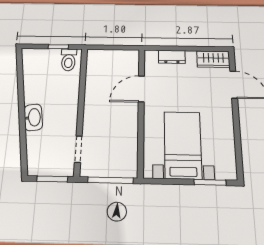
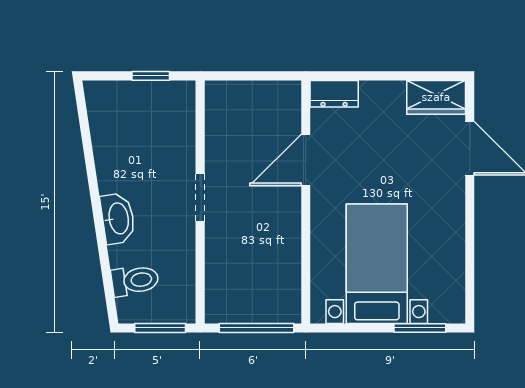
dresser: (172, 57) -> (334, 94), moved
toilet: (69, 60) -> (135, 281), moved, turned -98
doorway: (78, 149) -> (200, 197), moved

